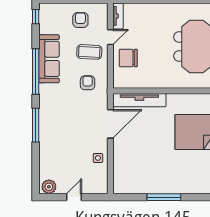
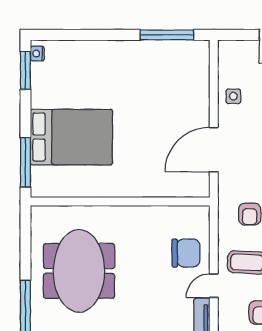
tv unit: (139, 100) -> (168, 187), removed
window: (164, 197) -> (167, 35), moved

